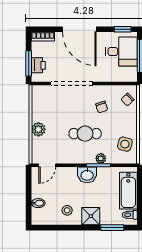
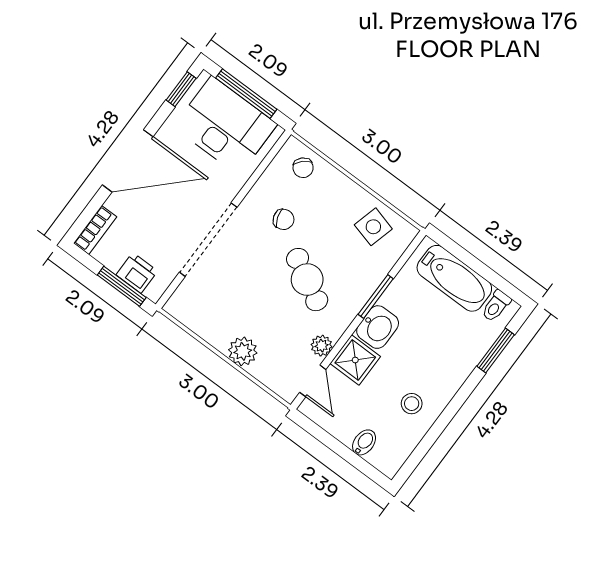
desk: (121, 52) -> (225, 126), width x1.37
cafe table: (85, 134) -> (307, 280), turned -61
plant: (101, 158) -> (322, 346), moved
shower: (91, 216) -> (355, 360), moved

